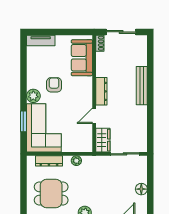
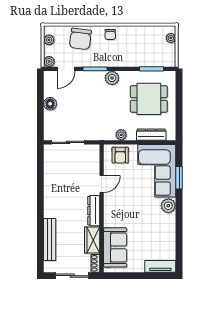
armchair: (54, 85) -> (120, 155), moved
bench: (142, 86) -> (50, 239), moved
wardrobe: (103, 140) -> (92, 240), moved

